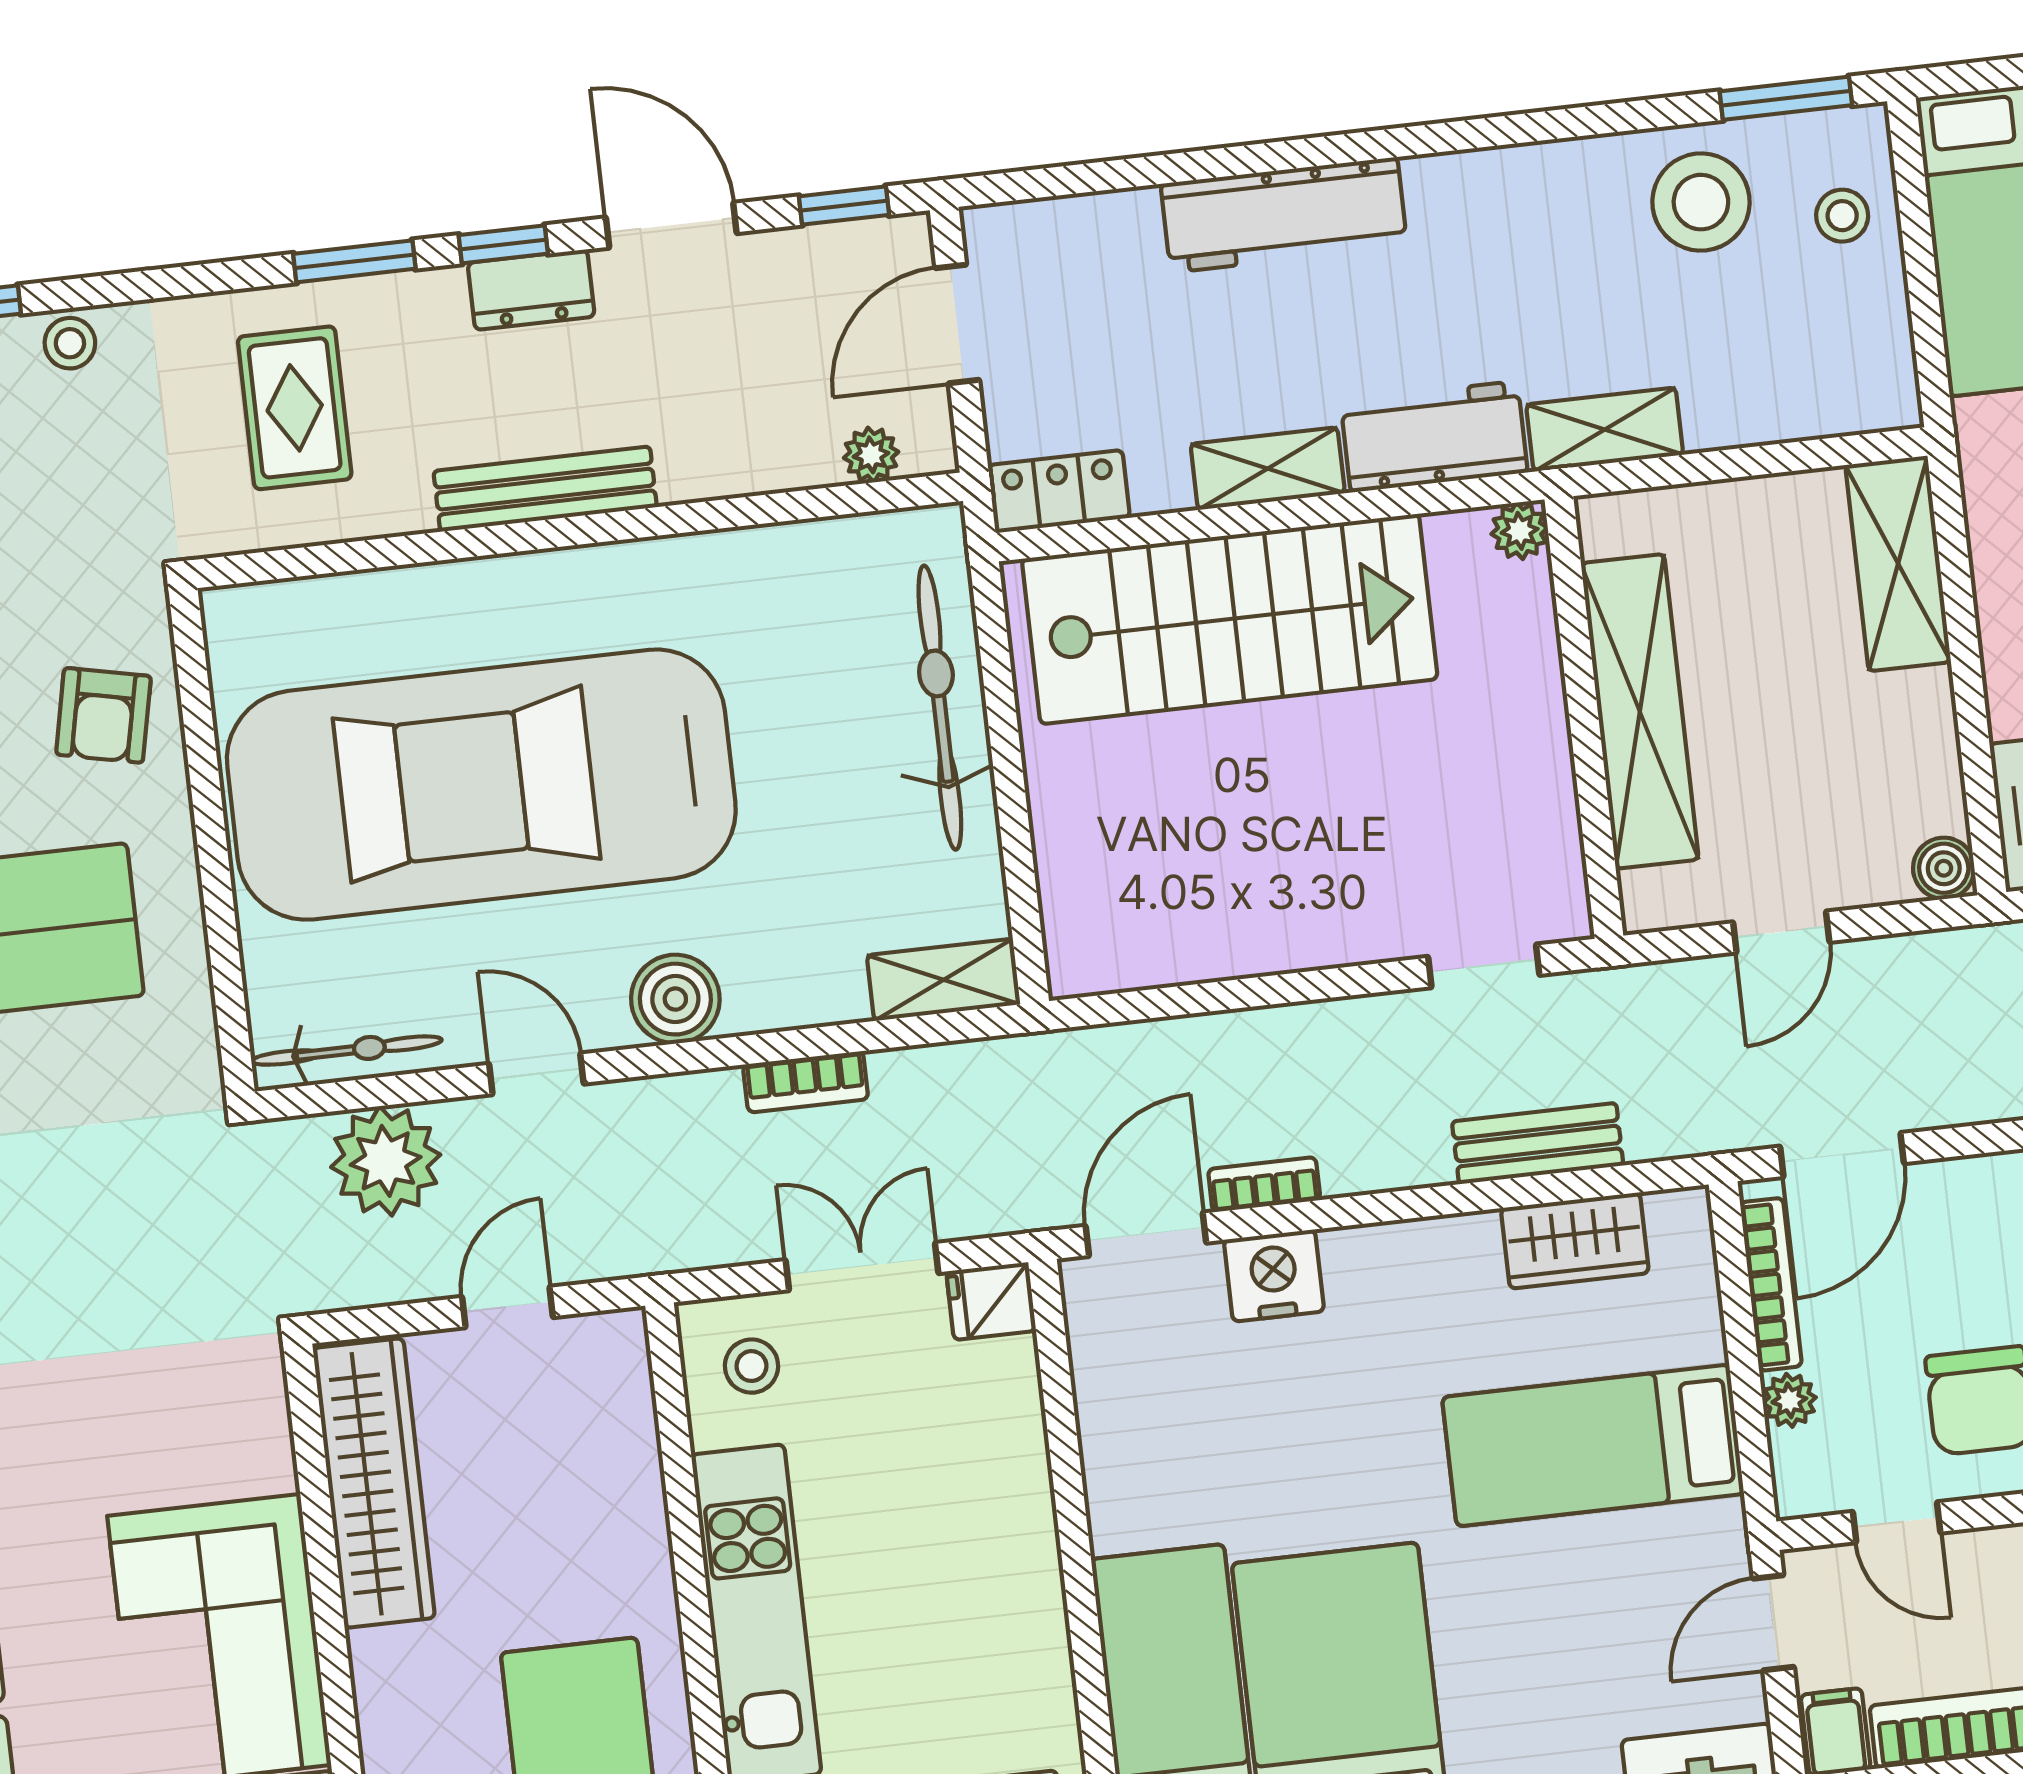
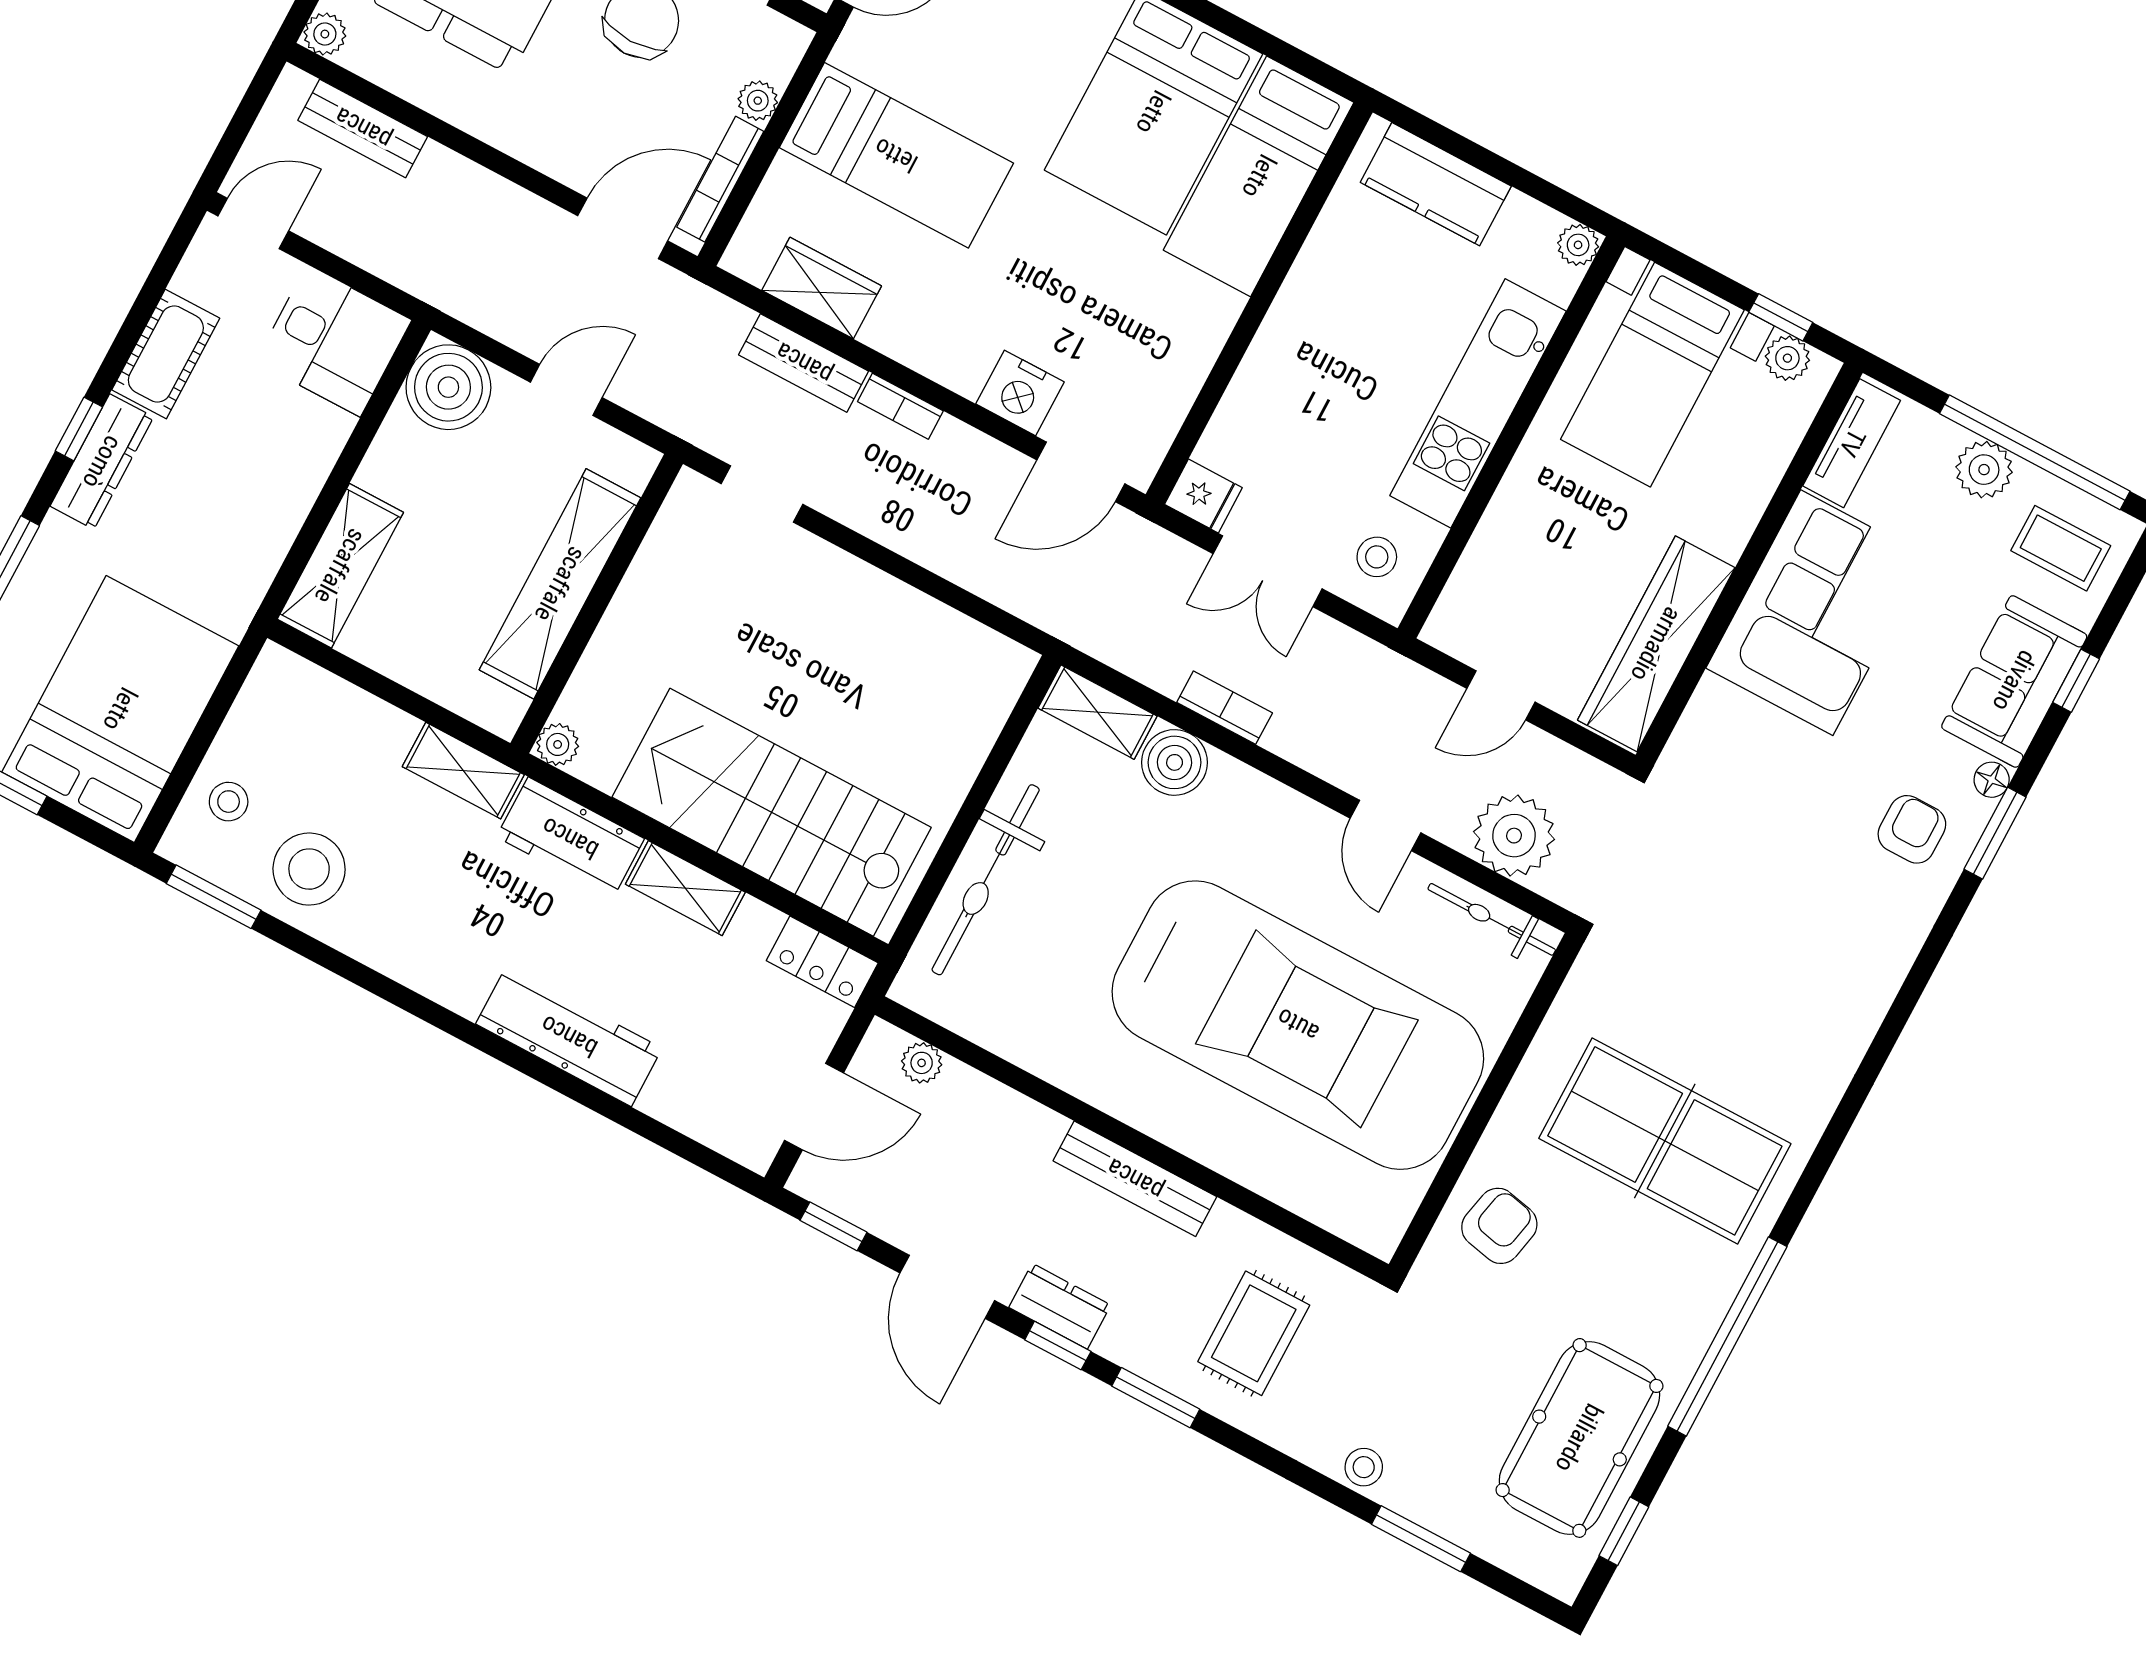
boiler: (1944, 868) -> (448, 387), width x1.86, depth x1.86
boiler: (675, 999) -> (1175, 762), moved
bookcase: (1264, 1185) -> (900, 406), moved

